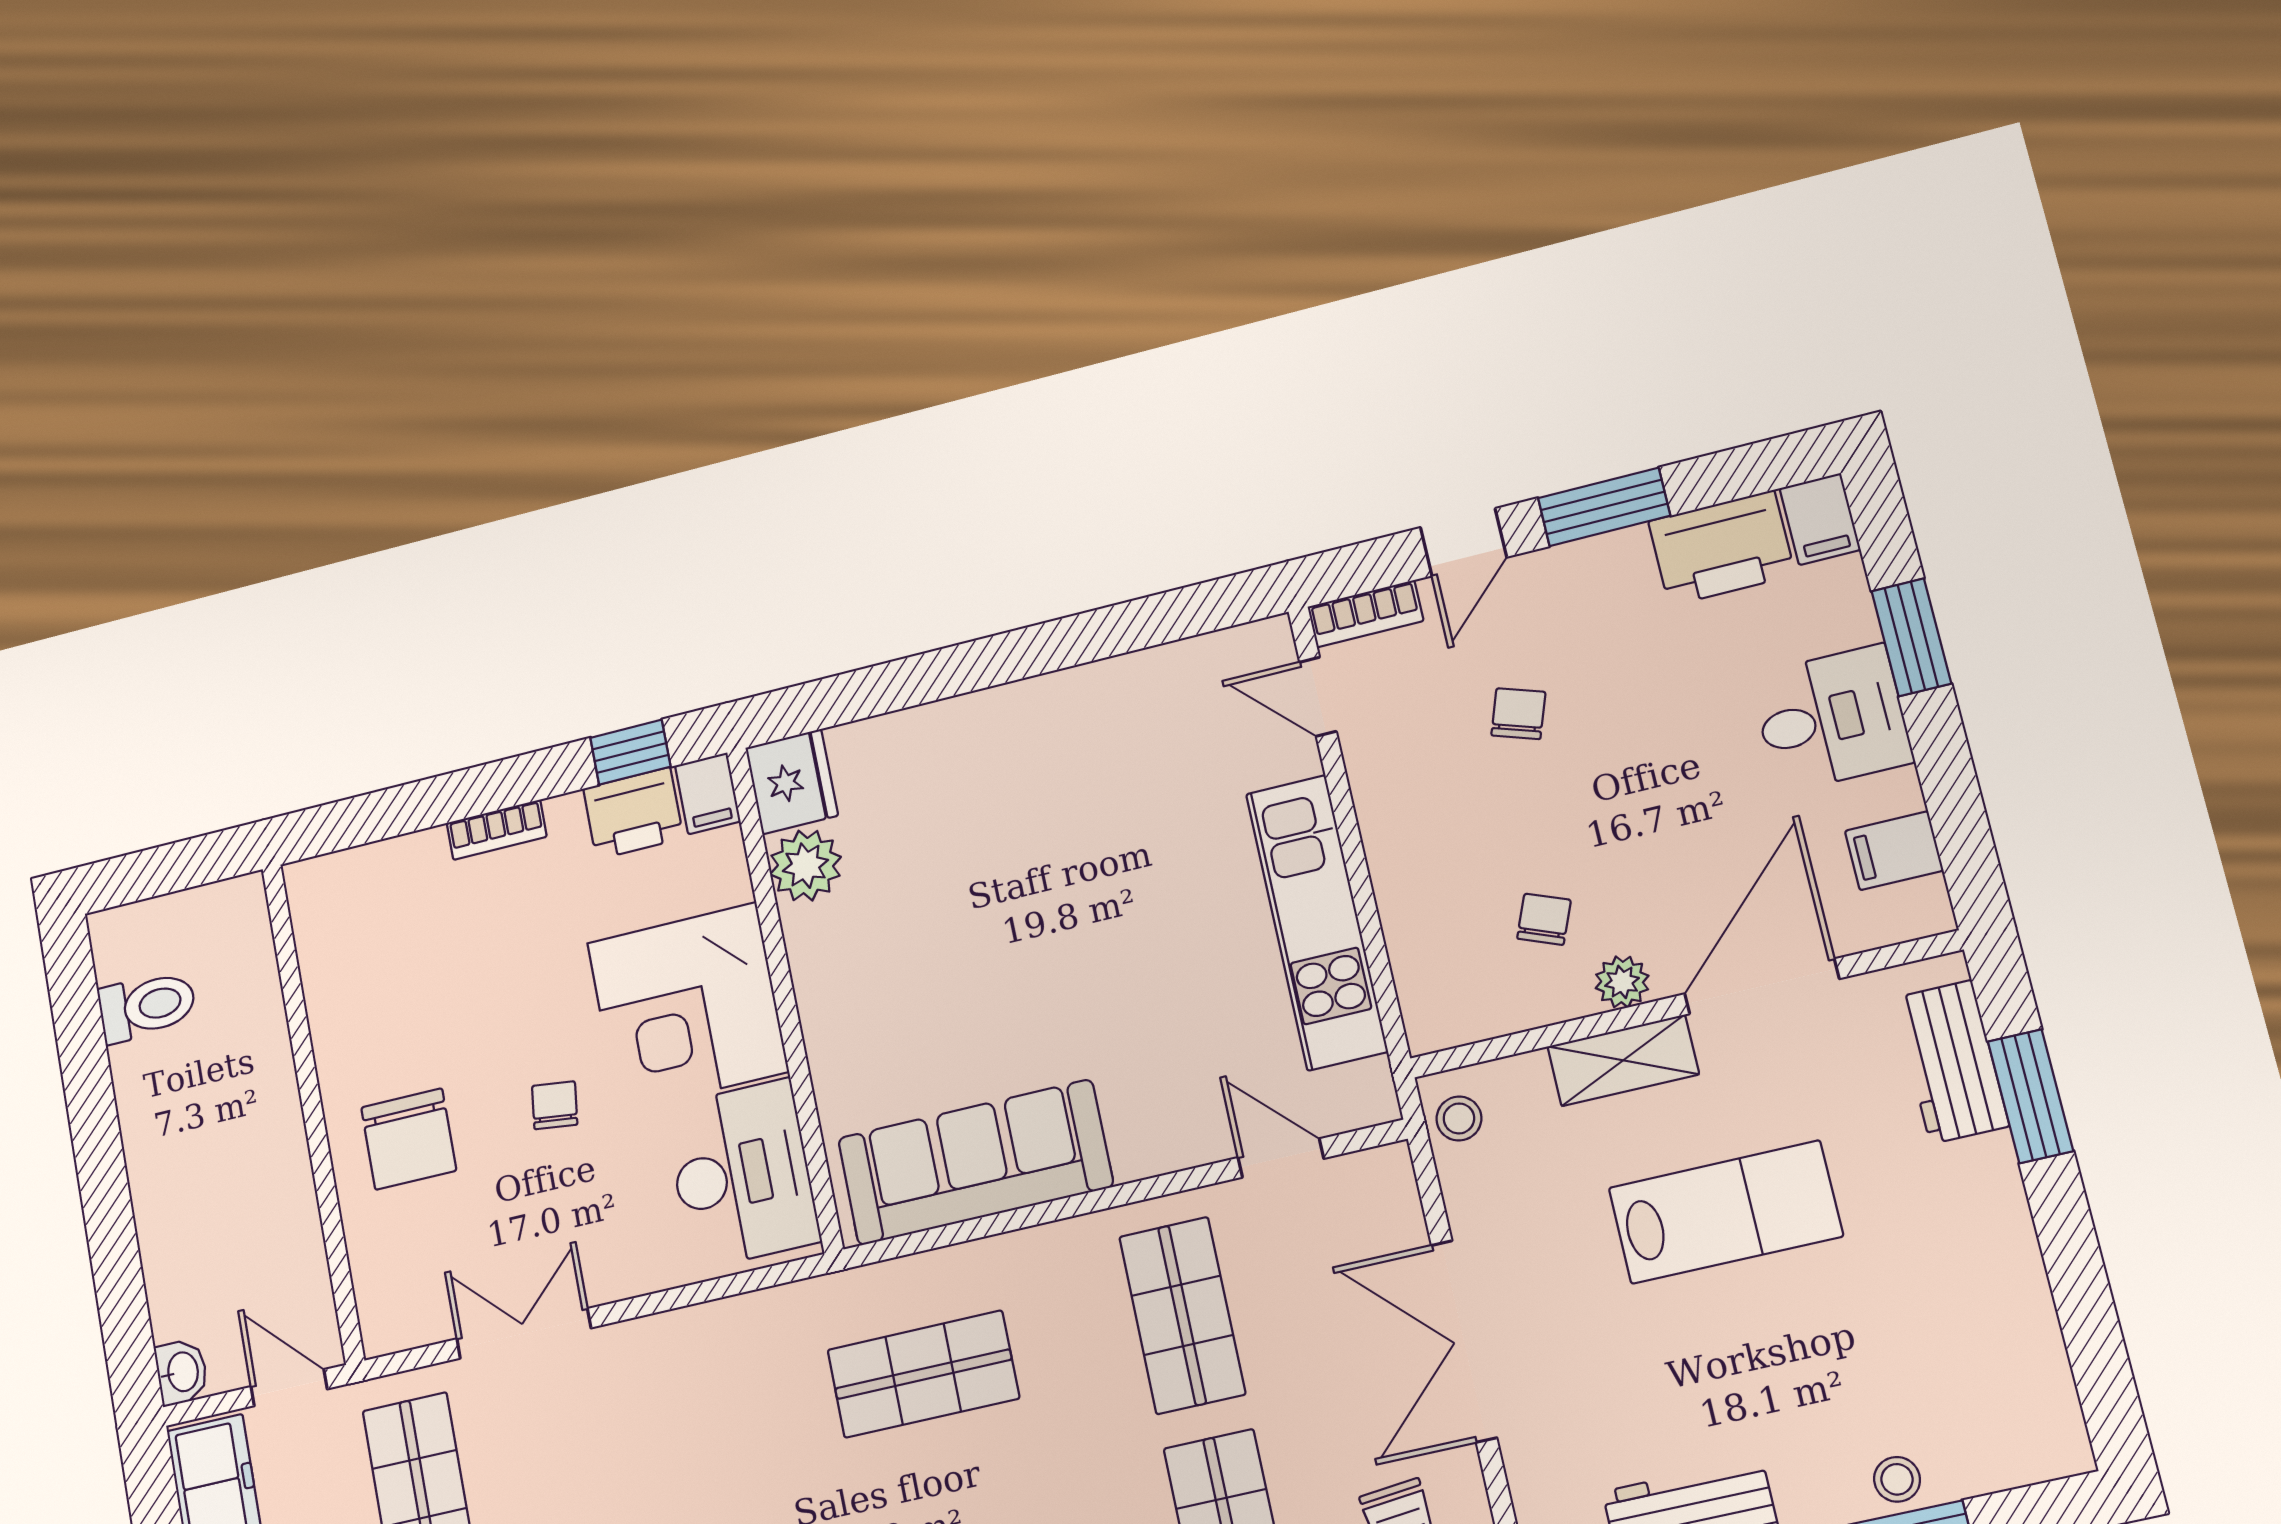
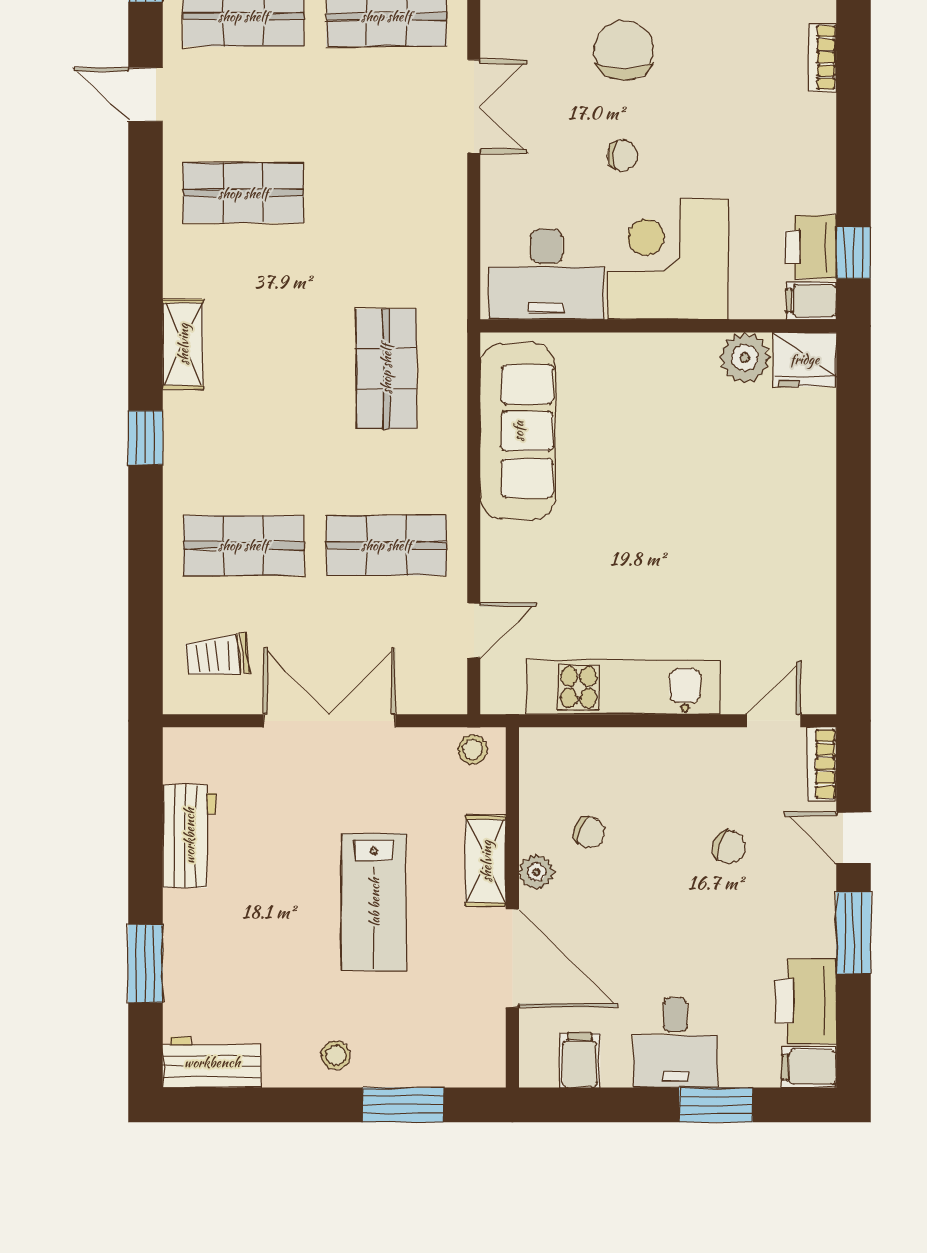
bookcase: (497, 830) -> (823, 58), moved
workbench: (1951, 1062) -> (212, 1062), moved
chair: (409, 1139) -> (624, 51), turned 90
stool: (1897, 1479) -> (336, 1055), moved

